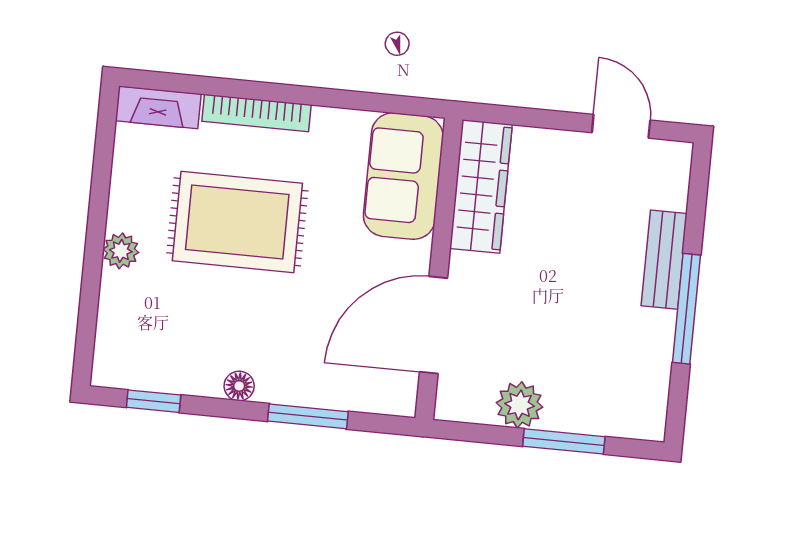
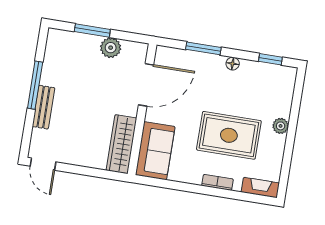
bookcase: (256, 113) -> (218, 182), width x0.64
door: (621, 126) -> (43, 164), moved

